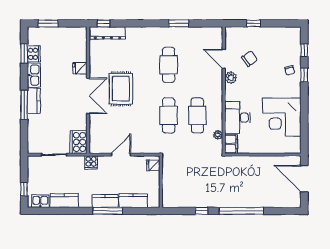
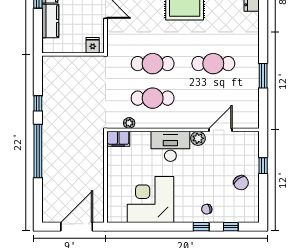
chair: (250, 59) -> (241, 183), moved
desk: (237, 118) -> (170, 146), moved

